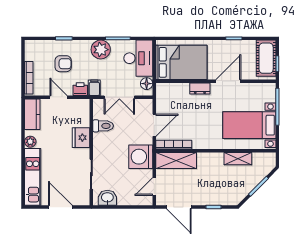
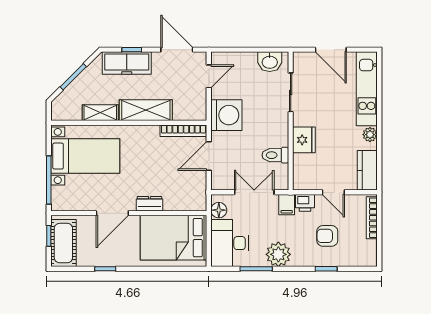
shelving: (176, 161) -> (146, 110), moved
freezer: (217, 197) -> (127, 63), added

